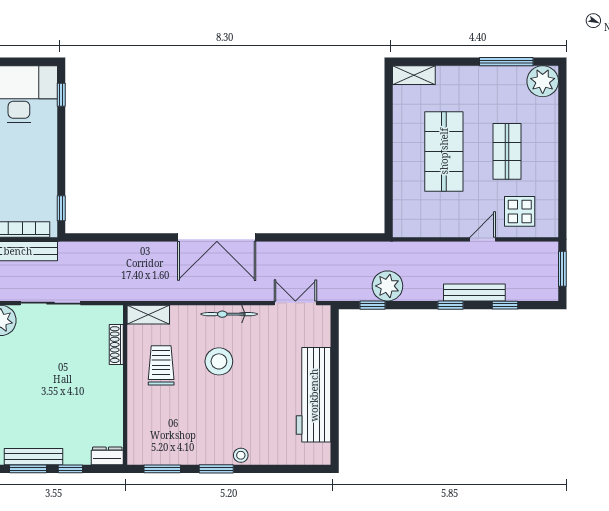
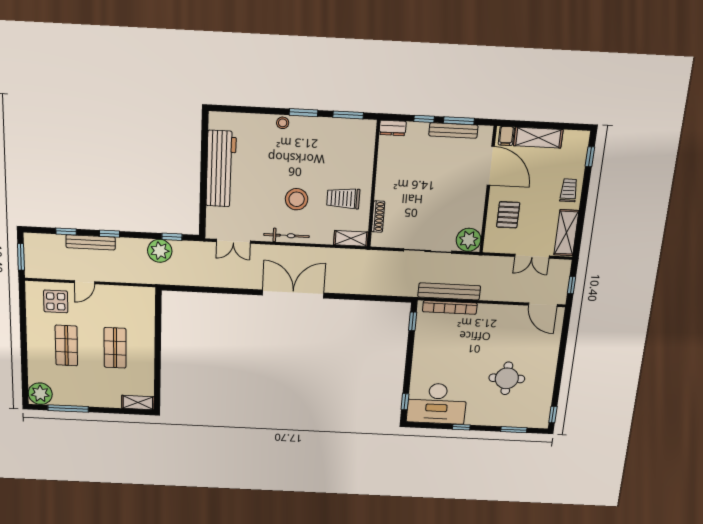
shop shelf: (444, 151) -> (115, 348), width x0.70, depth x0.74
trolley: (161, 365) -> (343, 198), turned 90

